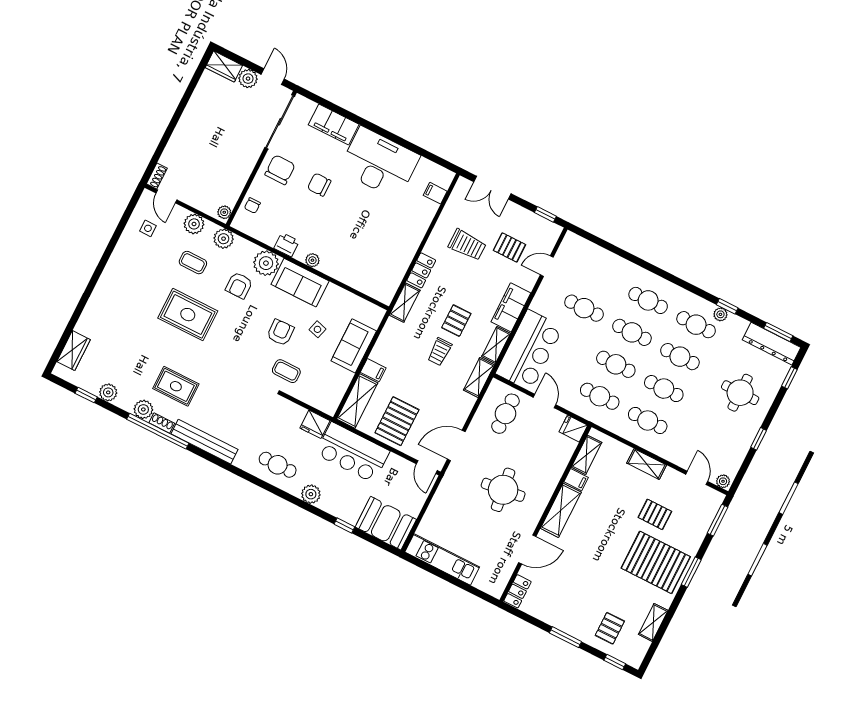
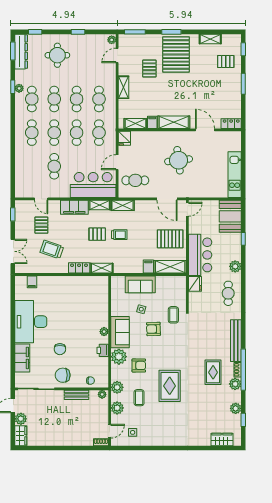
bench: (242, 175) -> (76, 395), added
trolley: (467, 245) -> (52, 249), turned -71

